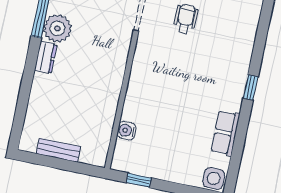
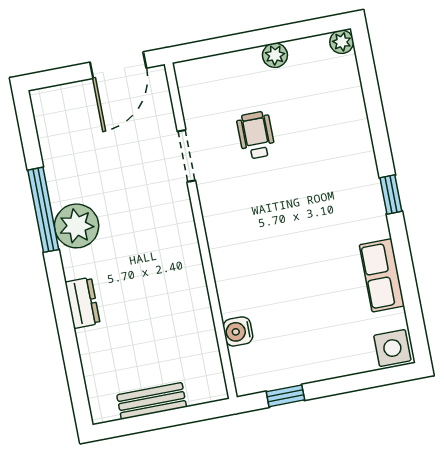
dresser: (46, 57) -> (83, 303), moved

